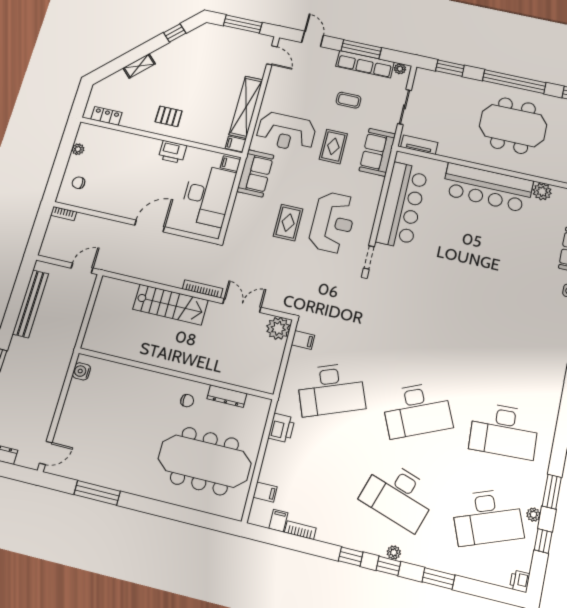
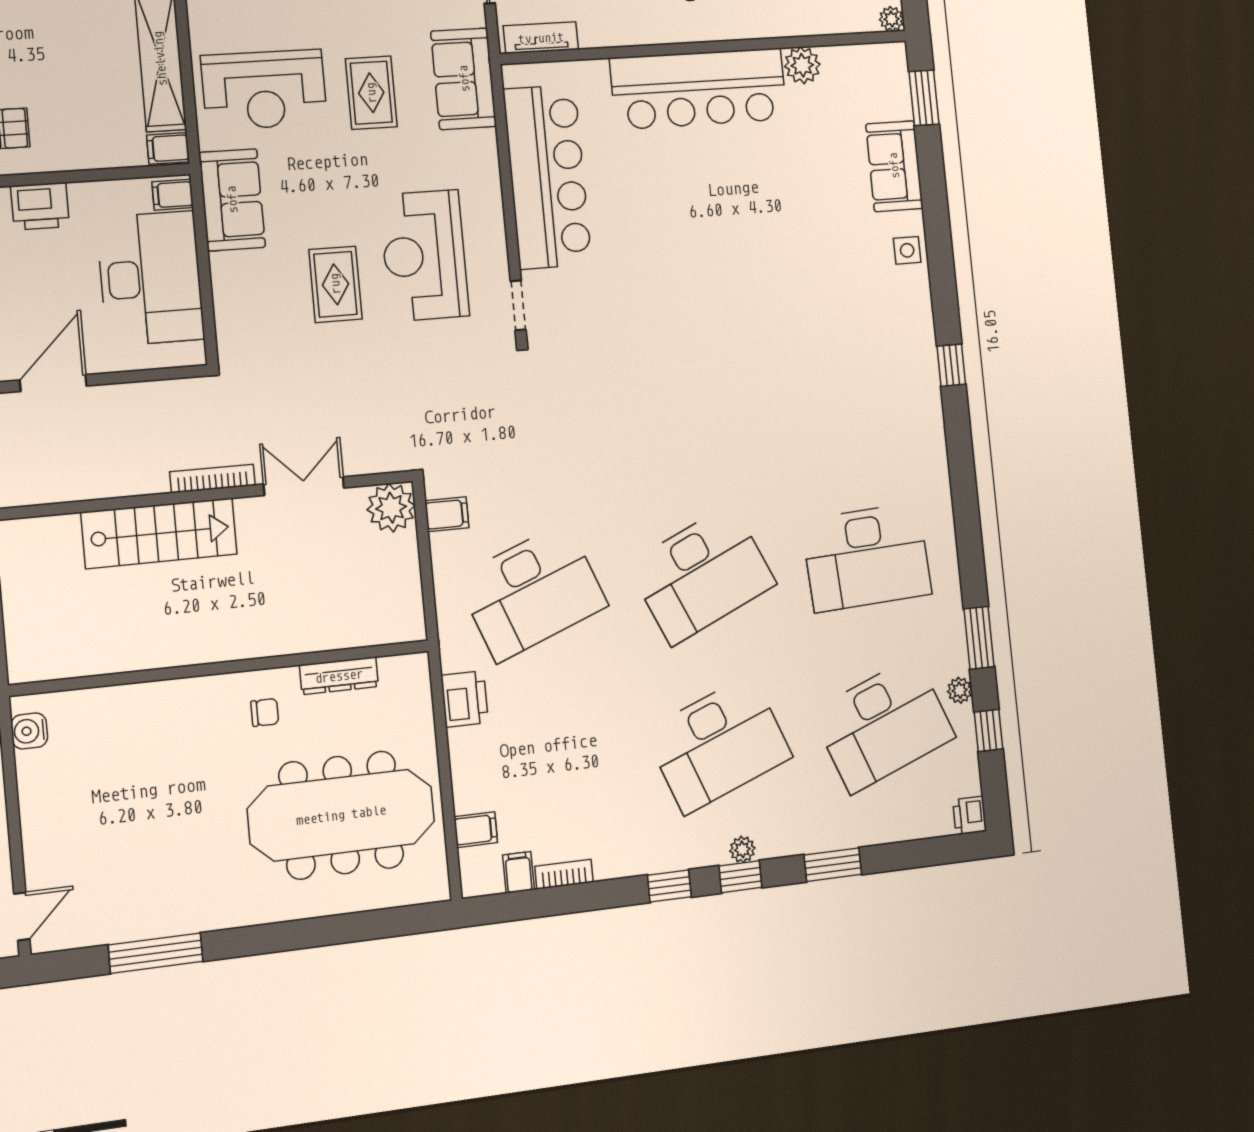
reception desk: (333, 222) -> (424, 256), turned 180
desk: (399, 495) -> (718, 744), turned -39

